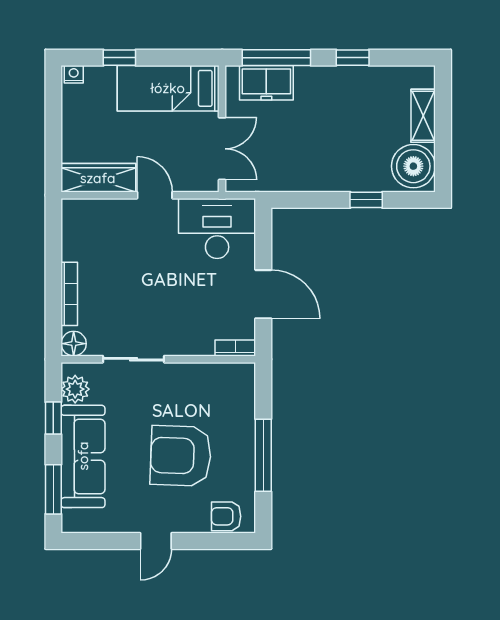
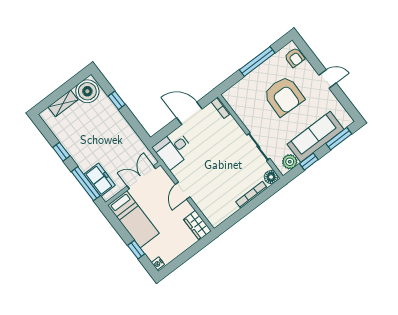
wardrobe: (98, 178) -> (197, 225), width x0.67
desk: (217, 228) -> (173, 149), width x0.73
door: (263, 294) -> (189, 113), hinge flipped

